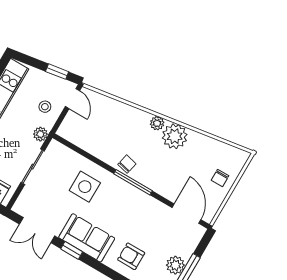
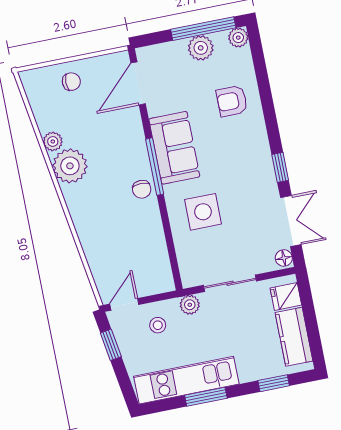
plant: (157, 123) -> (53, 141), moved
chair: (127, 164) -> (142, 189), turned -103
floor lamp: (20, 208) -> (284, 258), added
sofa: (87, 238) -> (174, 148), moved, turned 180
armchair: (131, 256) -> (232, 101), turned 90

